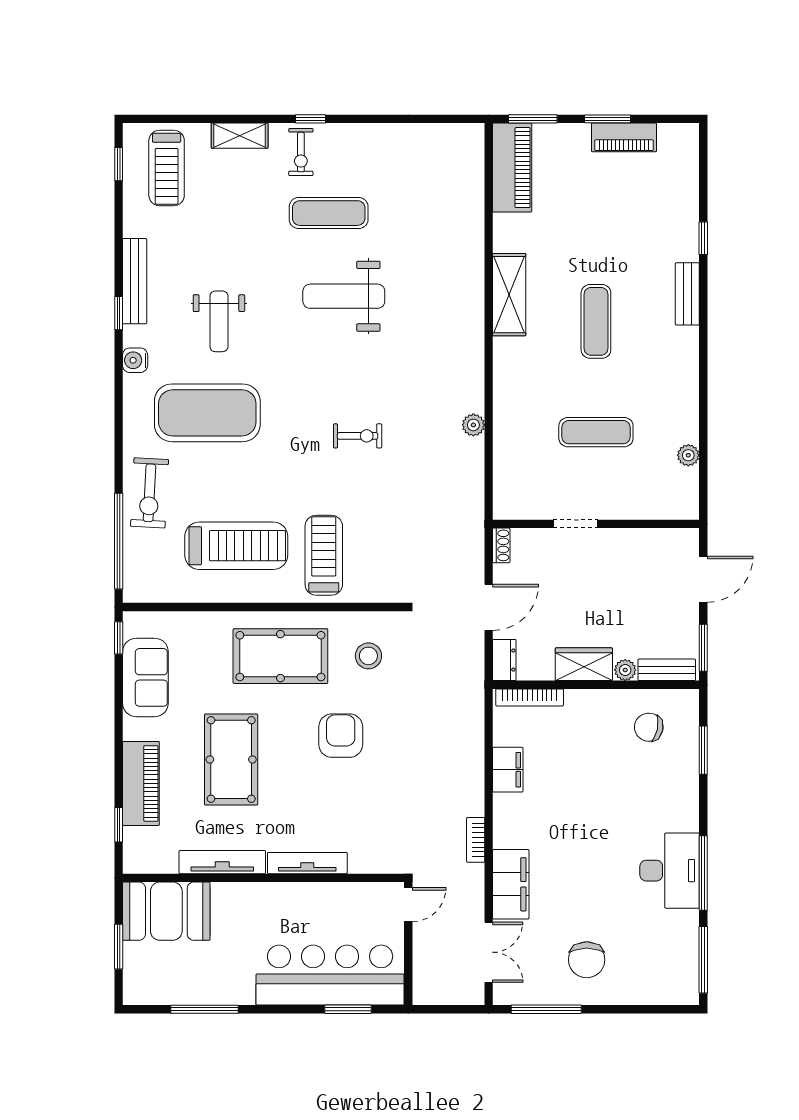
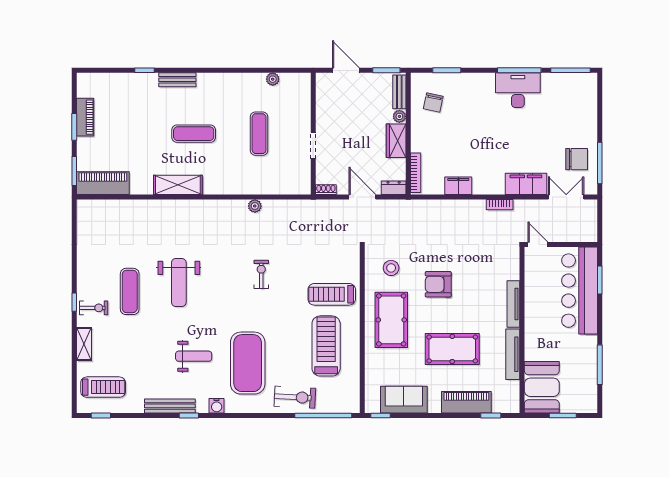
chair: (587, 960) -> (577, 159), moved

